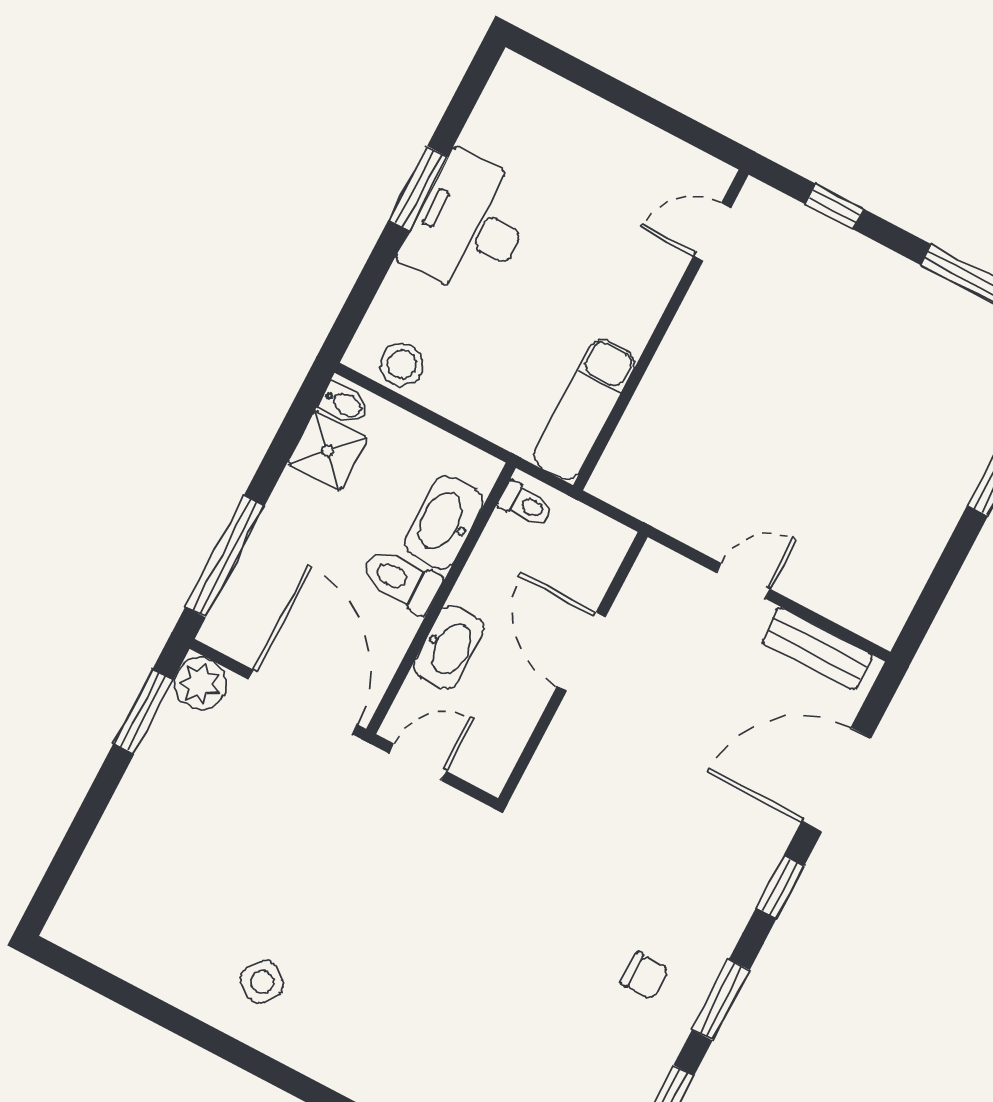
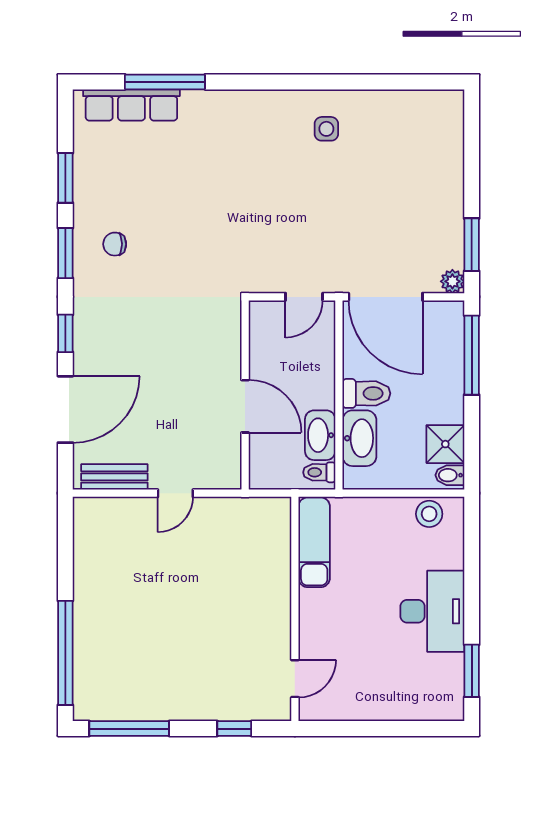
window: (418, 188) -> (472, 671), moved
washbasin: (449, 647) -> (320, 435), moved
plant: (200, 684) -> (452, 281), width x0.73, depth x0.73
side table: (262, 982) -> (326, 129), turned -34

